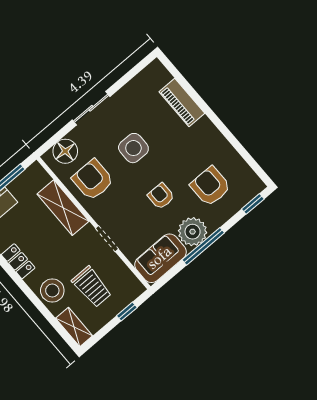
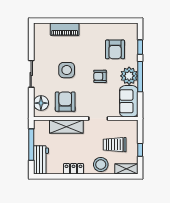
armchair: (93, 180) -> (65, 102), turned 90
armchair: (210, 186) -> (115, 49), turned -90
window: (253, 204) -> (140, 47), moved
trolley: (92, 287) -> (115, 145), turned 180
window: (127, 312) -> (140, 150), moved

